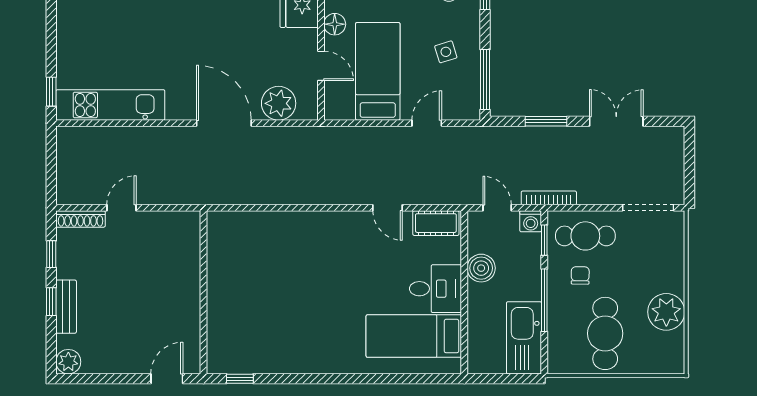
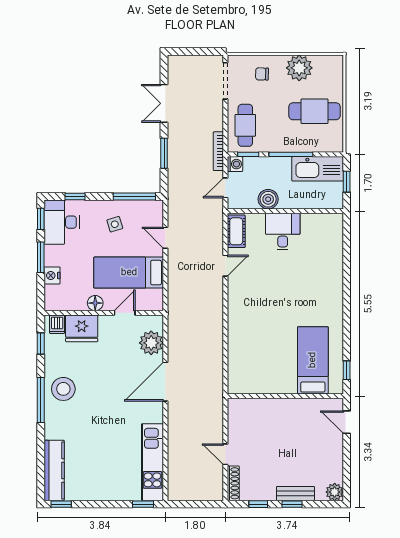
chair: (580, 275) -> (262, 74), moved
bed: (414, 336) -> (313, 360), moved, turned 180
window: (506, 379) -> (347, 182), added

